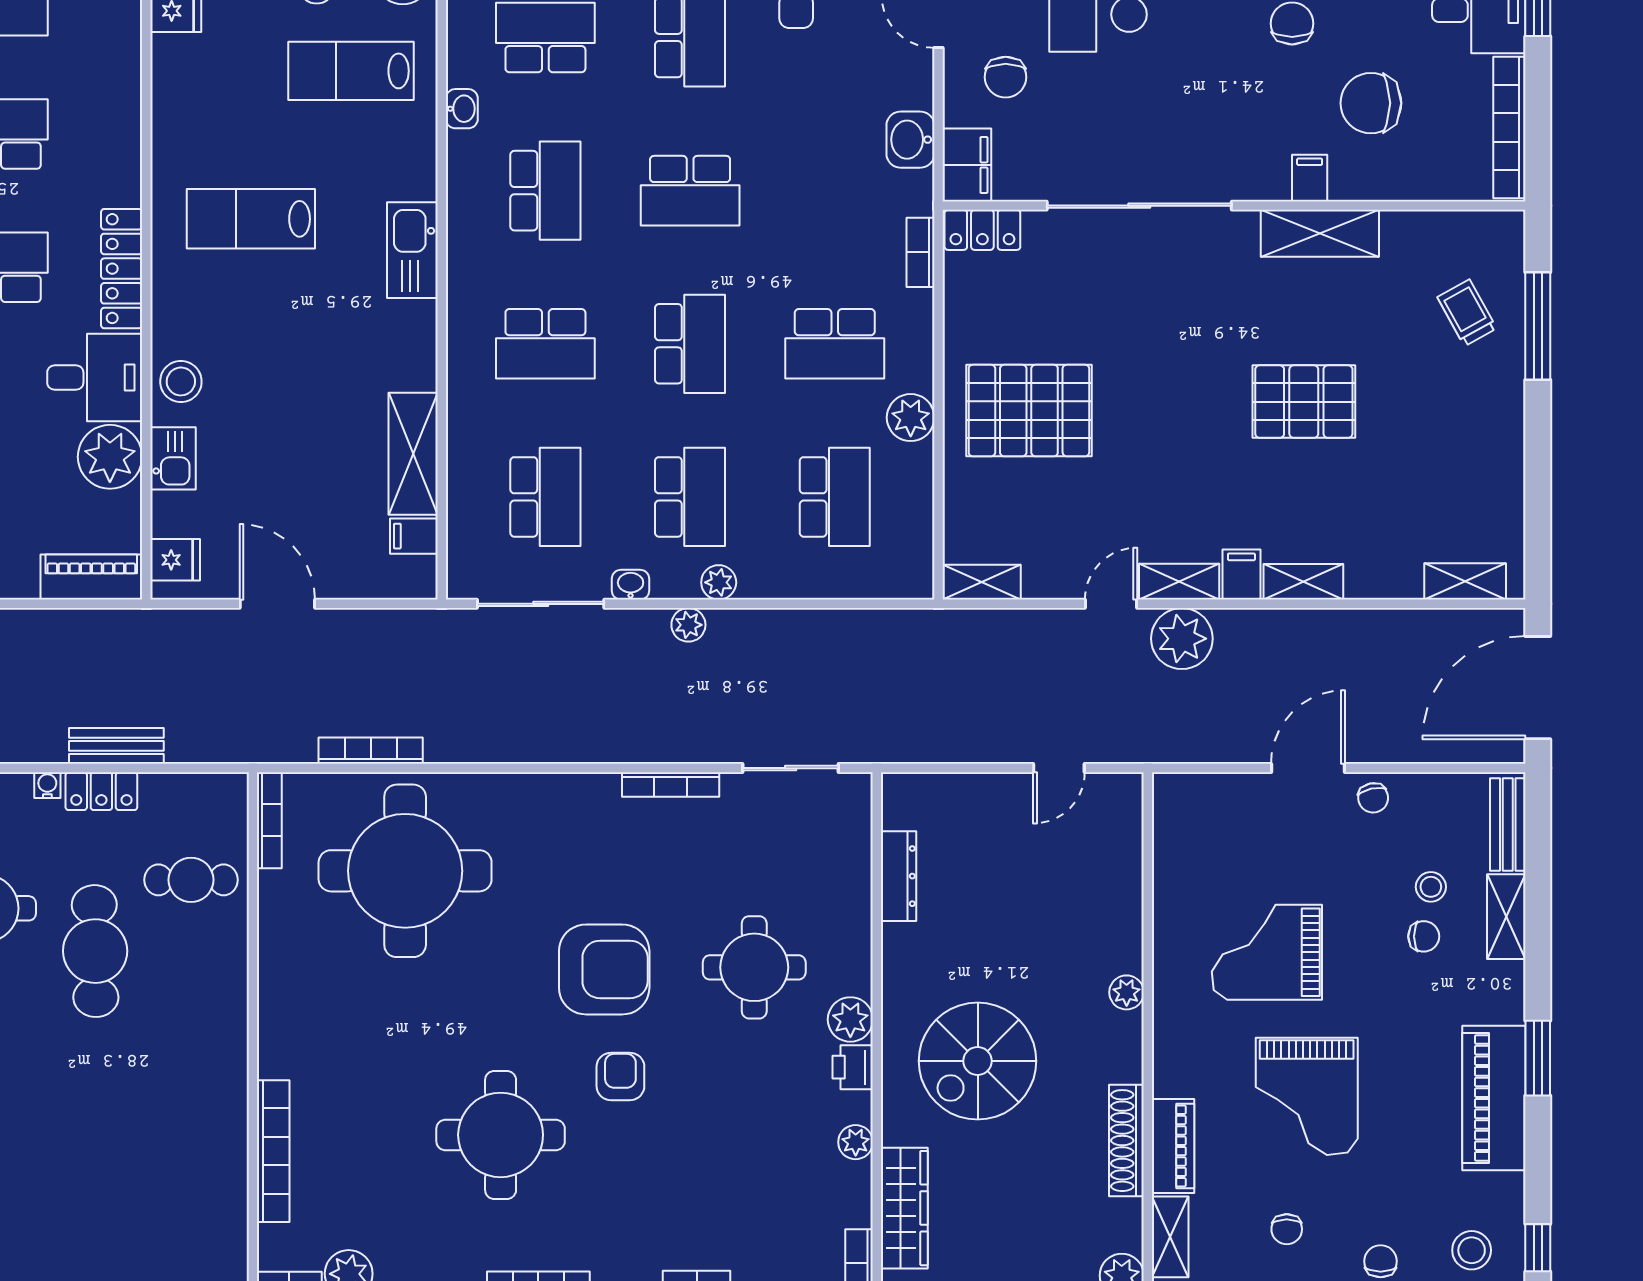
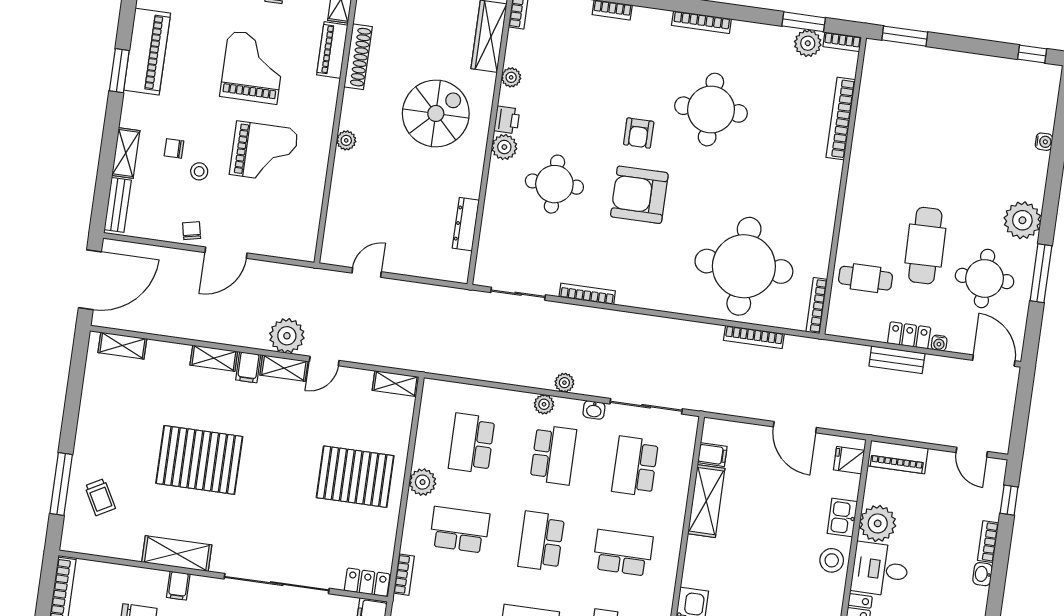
pallet: (1304, 402) -> (199, 460), width x1.37, depth x1.41
school desk: (690, 497) -> (553, 455), turned 180
stool: (1431, 887) -> (199, 171), moved

